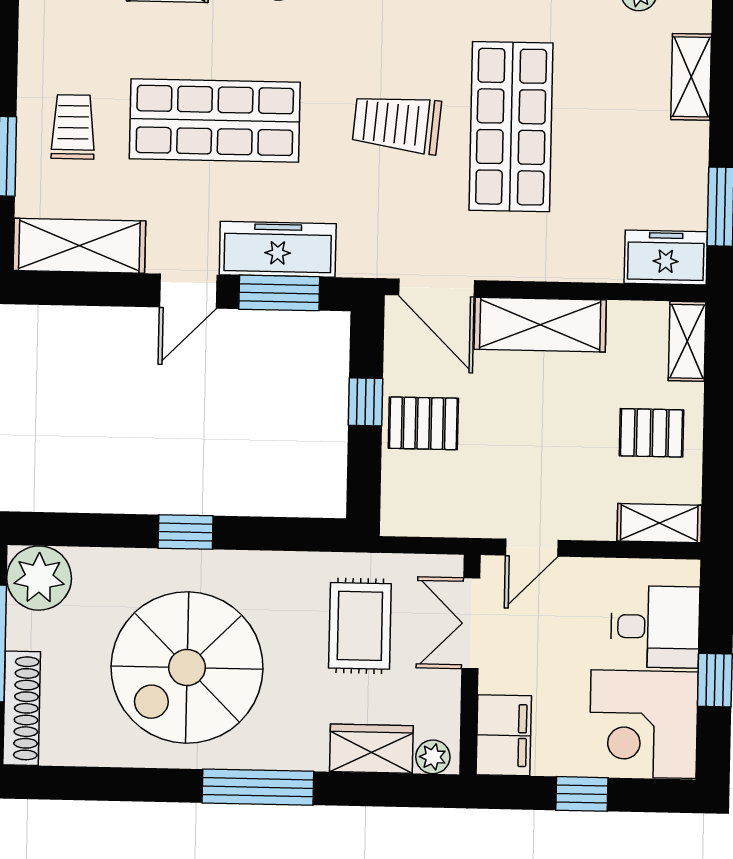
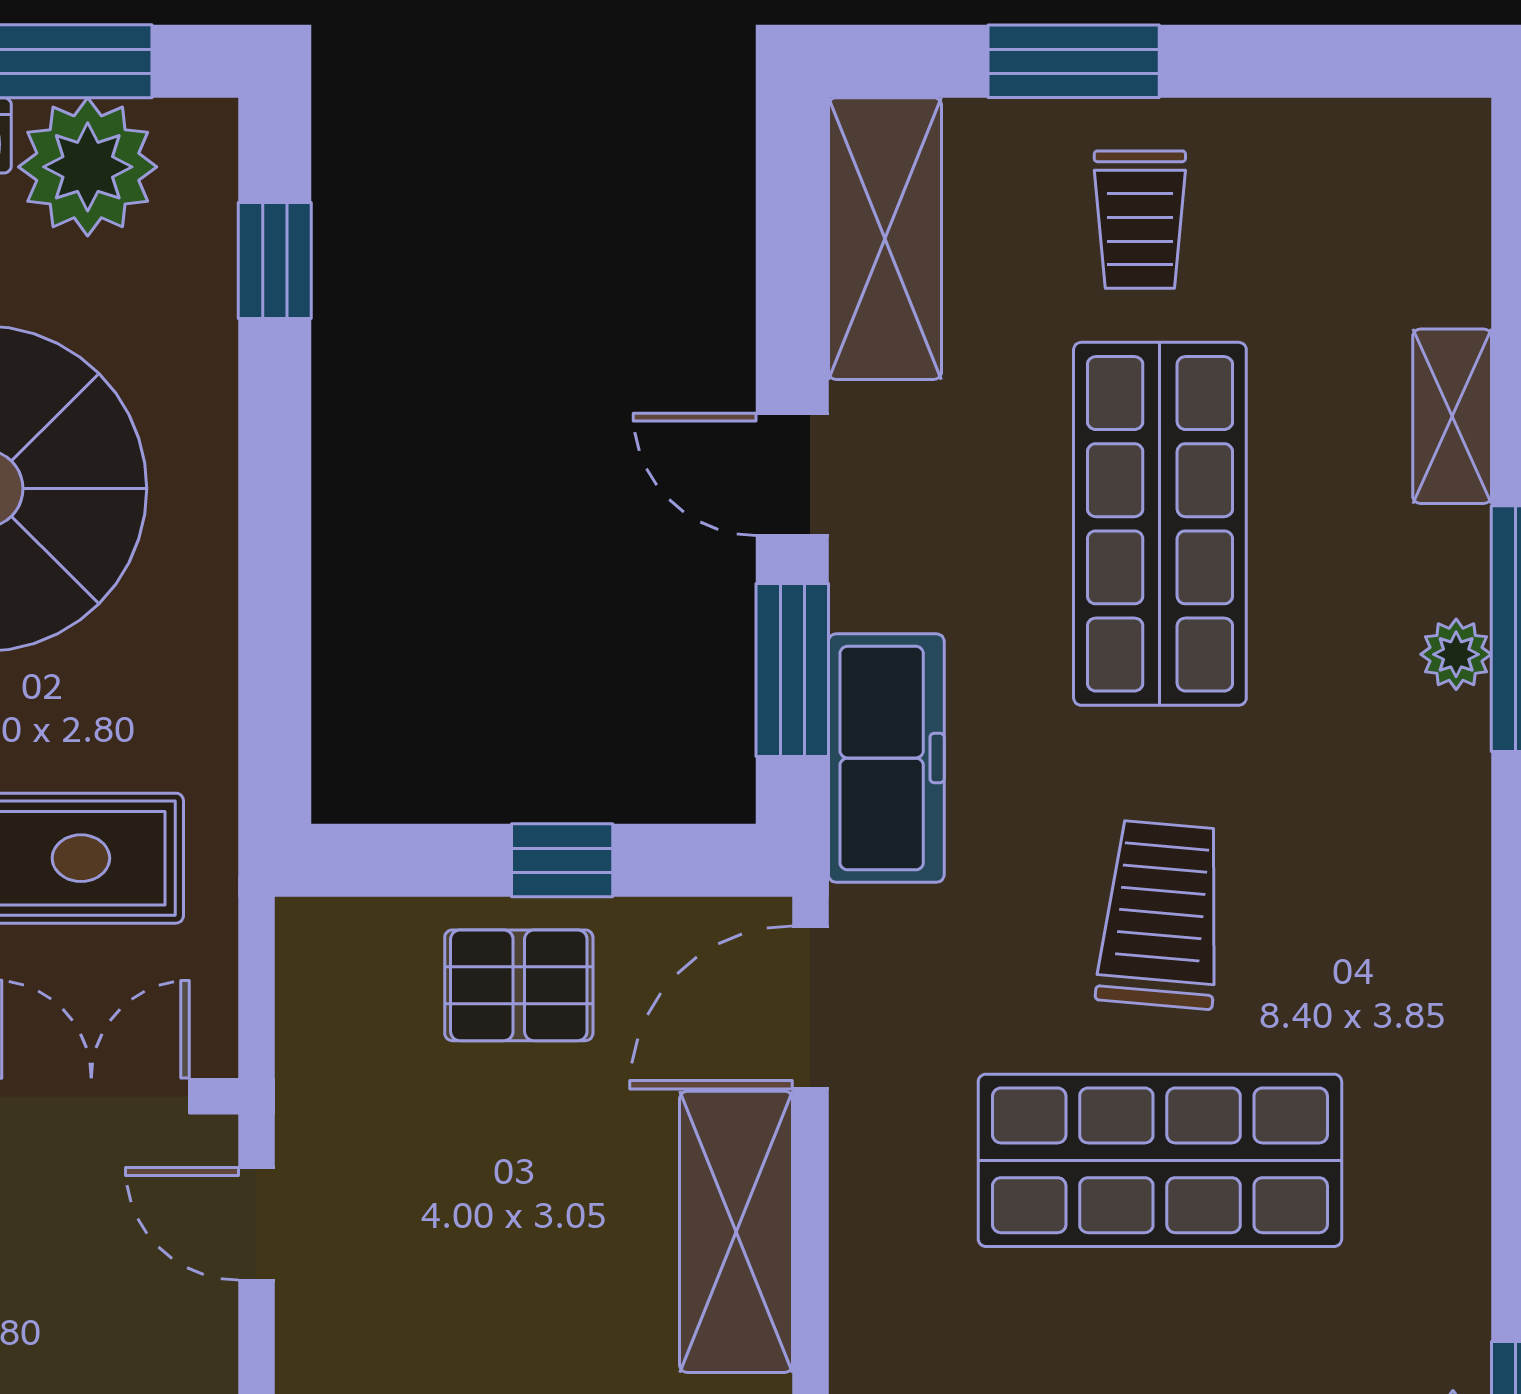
trolley: (73, 127) -> (1140, 220), turned 90
freezer: (278, 249) -> (886, 758), moved
pallet: (423, 423) -> (519, 985), turned 90
window: (186, 532) -> (275, 261), moved
plant: (39, 578) -> (88, 167), moved

